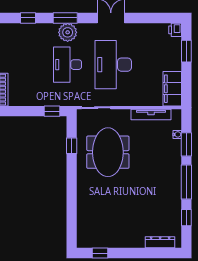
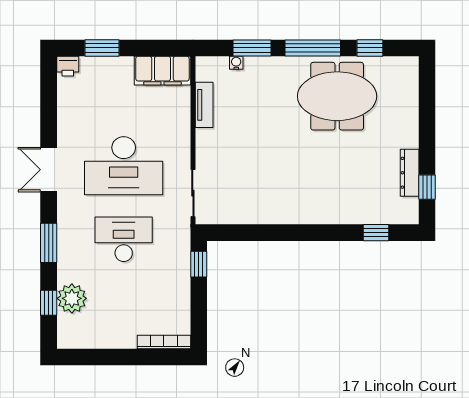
plant: (68, 32) -> (72, 298), moved
desk: (68, 65) -> (124, 239), turned 180
tv unit: (151, 115) -> (204, 105), width x0.71
window: (72, 146) -> (376, 233), moved
meeting table: (108, 152) -> (337, 96), moved
dresser: (160, 242) -> (410, 173), moved

